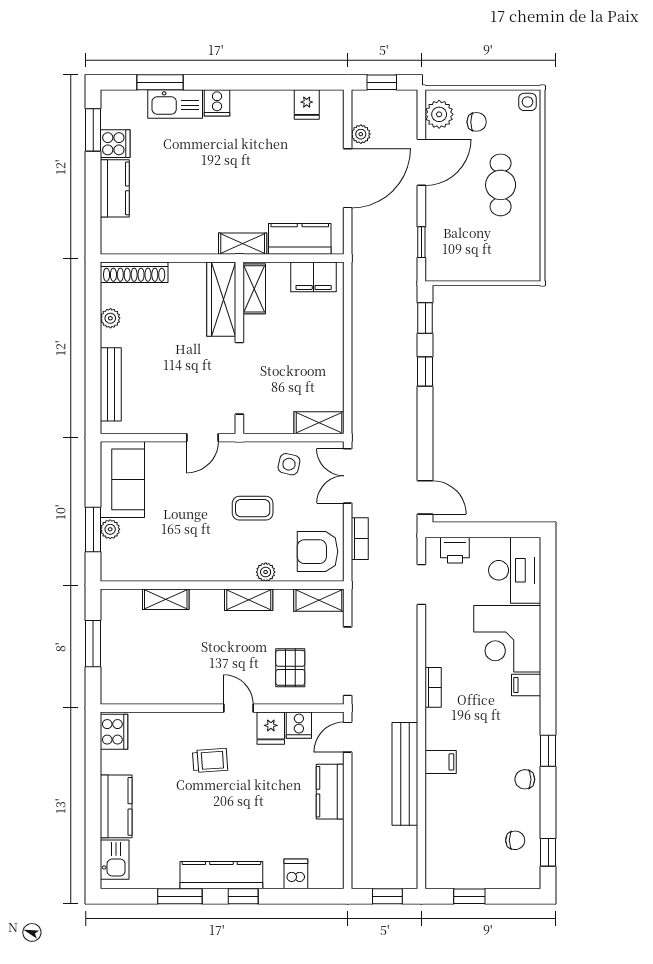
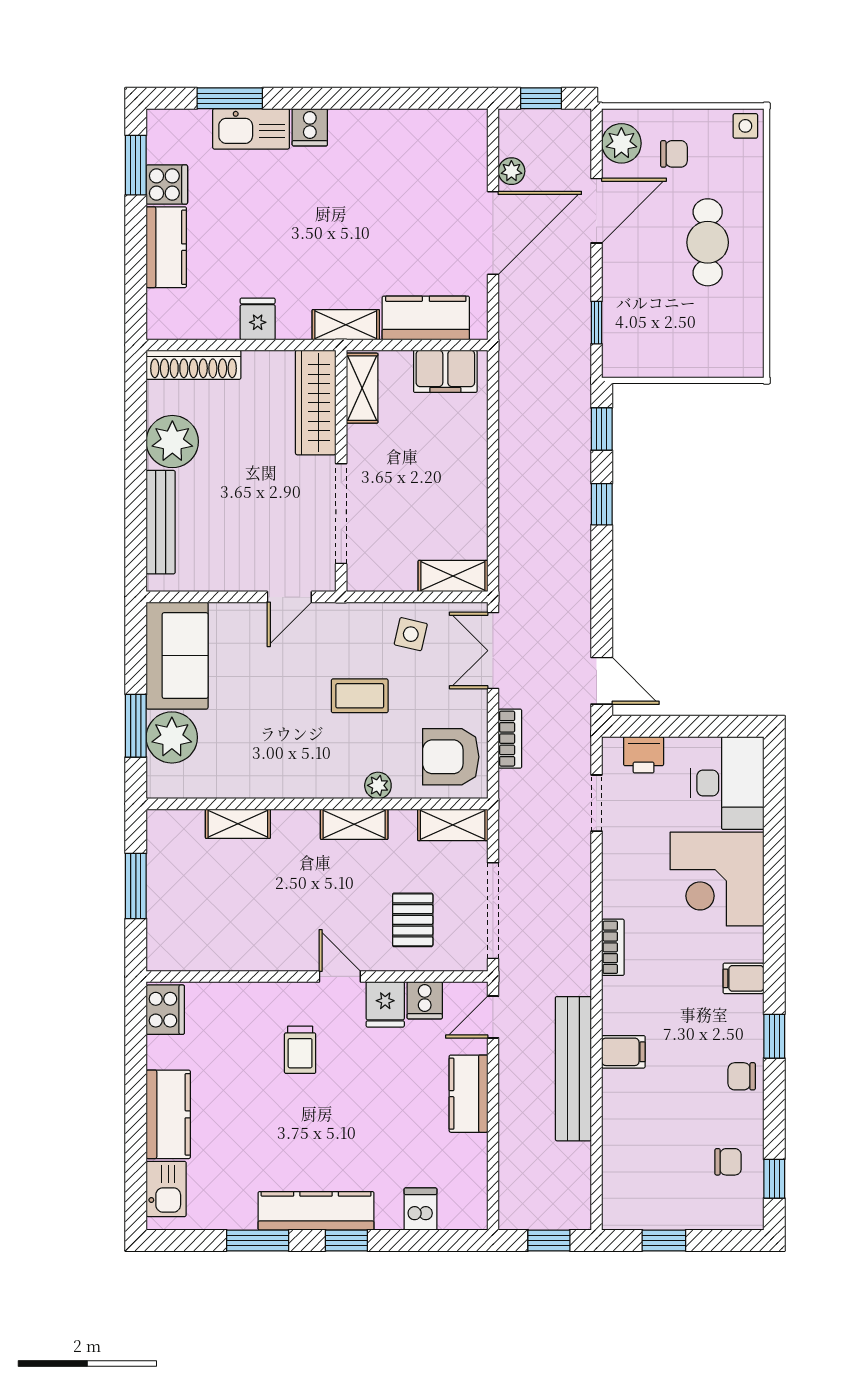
fridge: (307, 104) -> (258, 319), moved, turned 180
plant: (110, 318) -> (172, 442), width x1.88, depth x1.88
plant: (110, 529) -> (172, 737), width x1.87, depth x1.87
filing cabinet: (526, 685) -> (743, 978), moved
trolley: (210, 760) -> (300, 1050), turned 94

